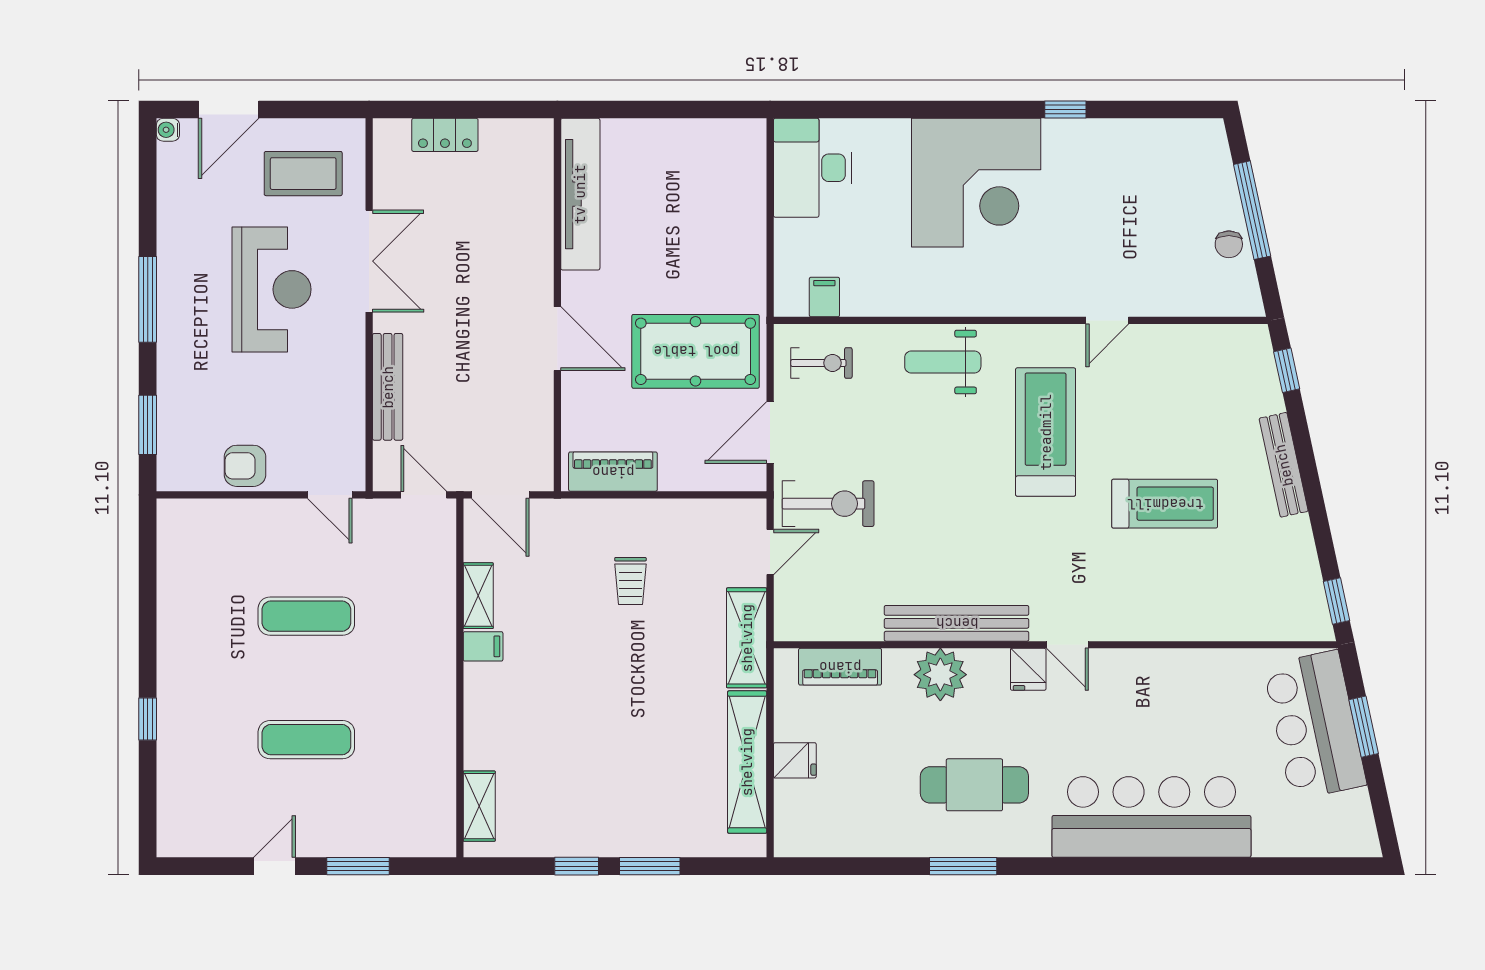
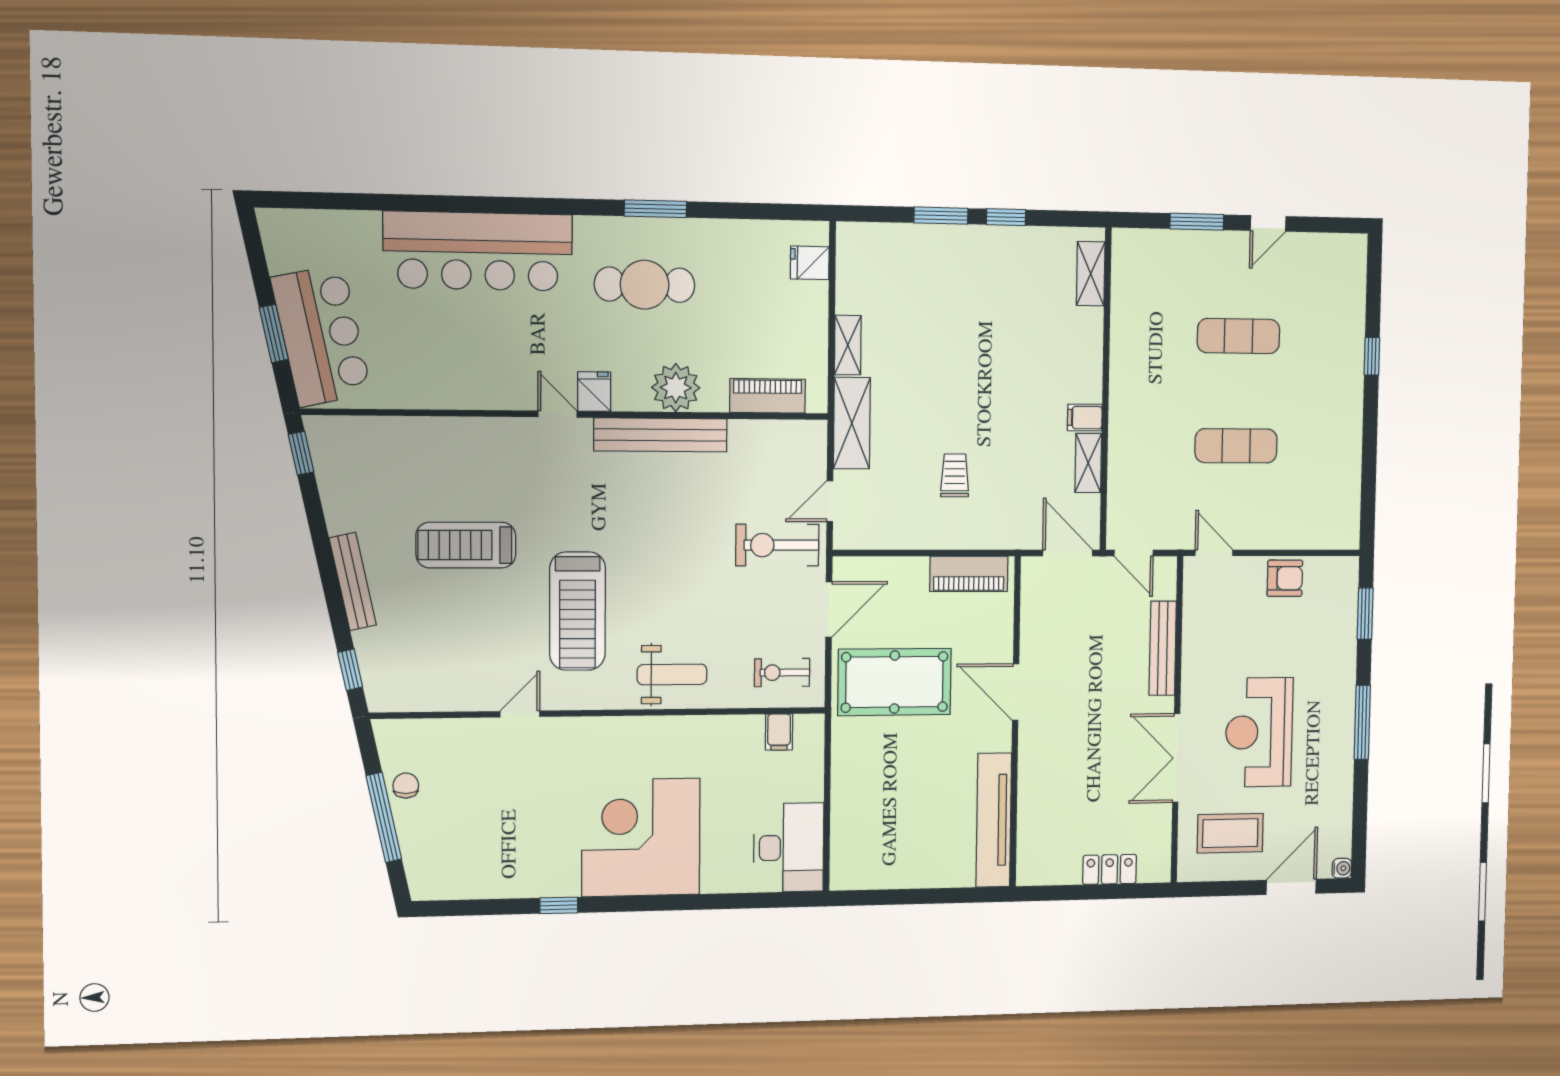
fridge: (795, 760) -> (810, 263), moved
shelving: (747, 762) -> (848, 345), width x0.45, depth x0.75

